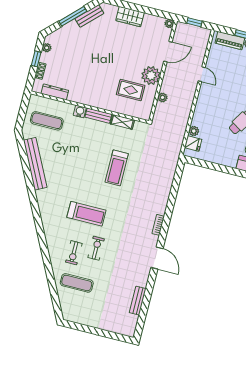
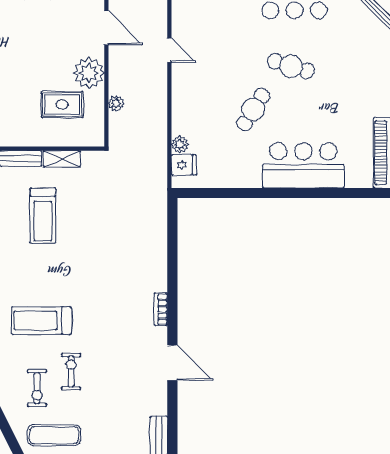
door: (168, 52) -> (106, 28), hinge flipped
treadmill: (117, 168) -> (43, 216), moved
treadmill: (86, 214) -> (41, 321), turned 180

